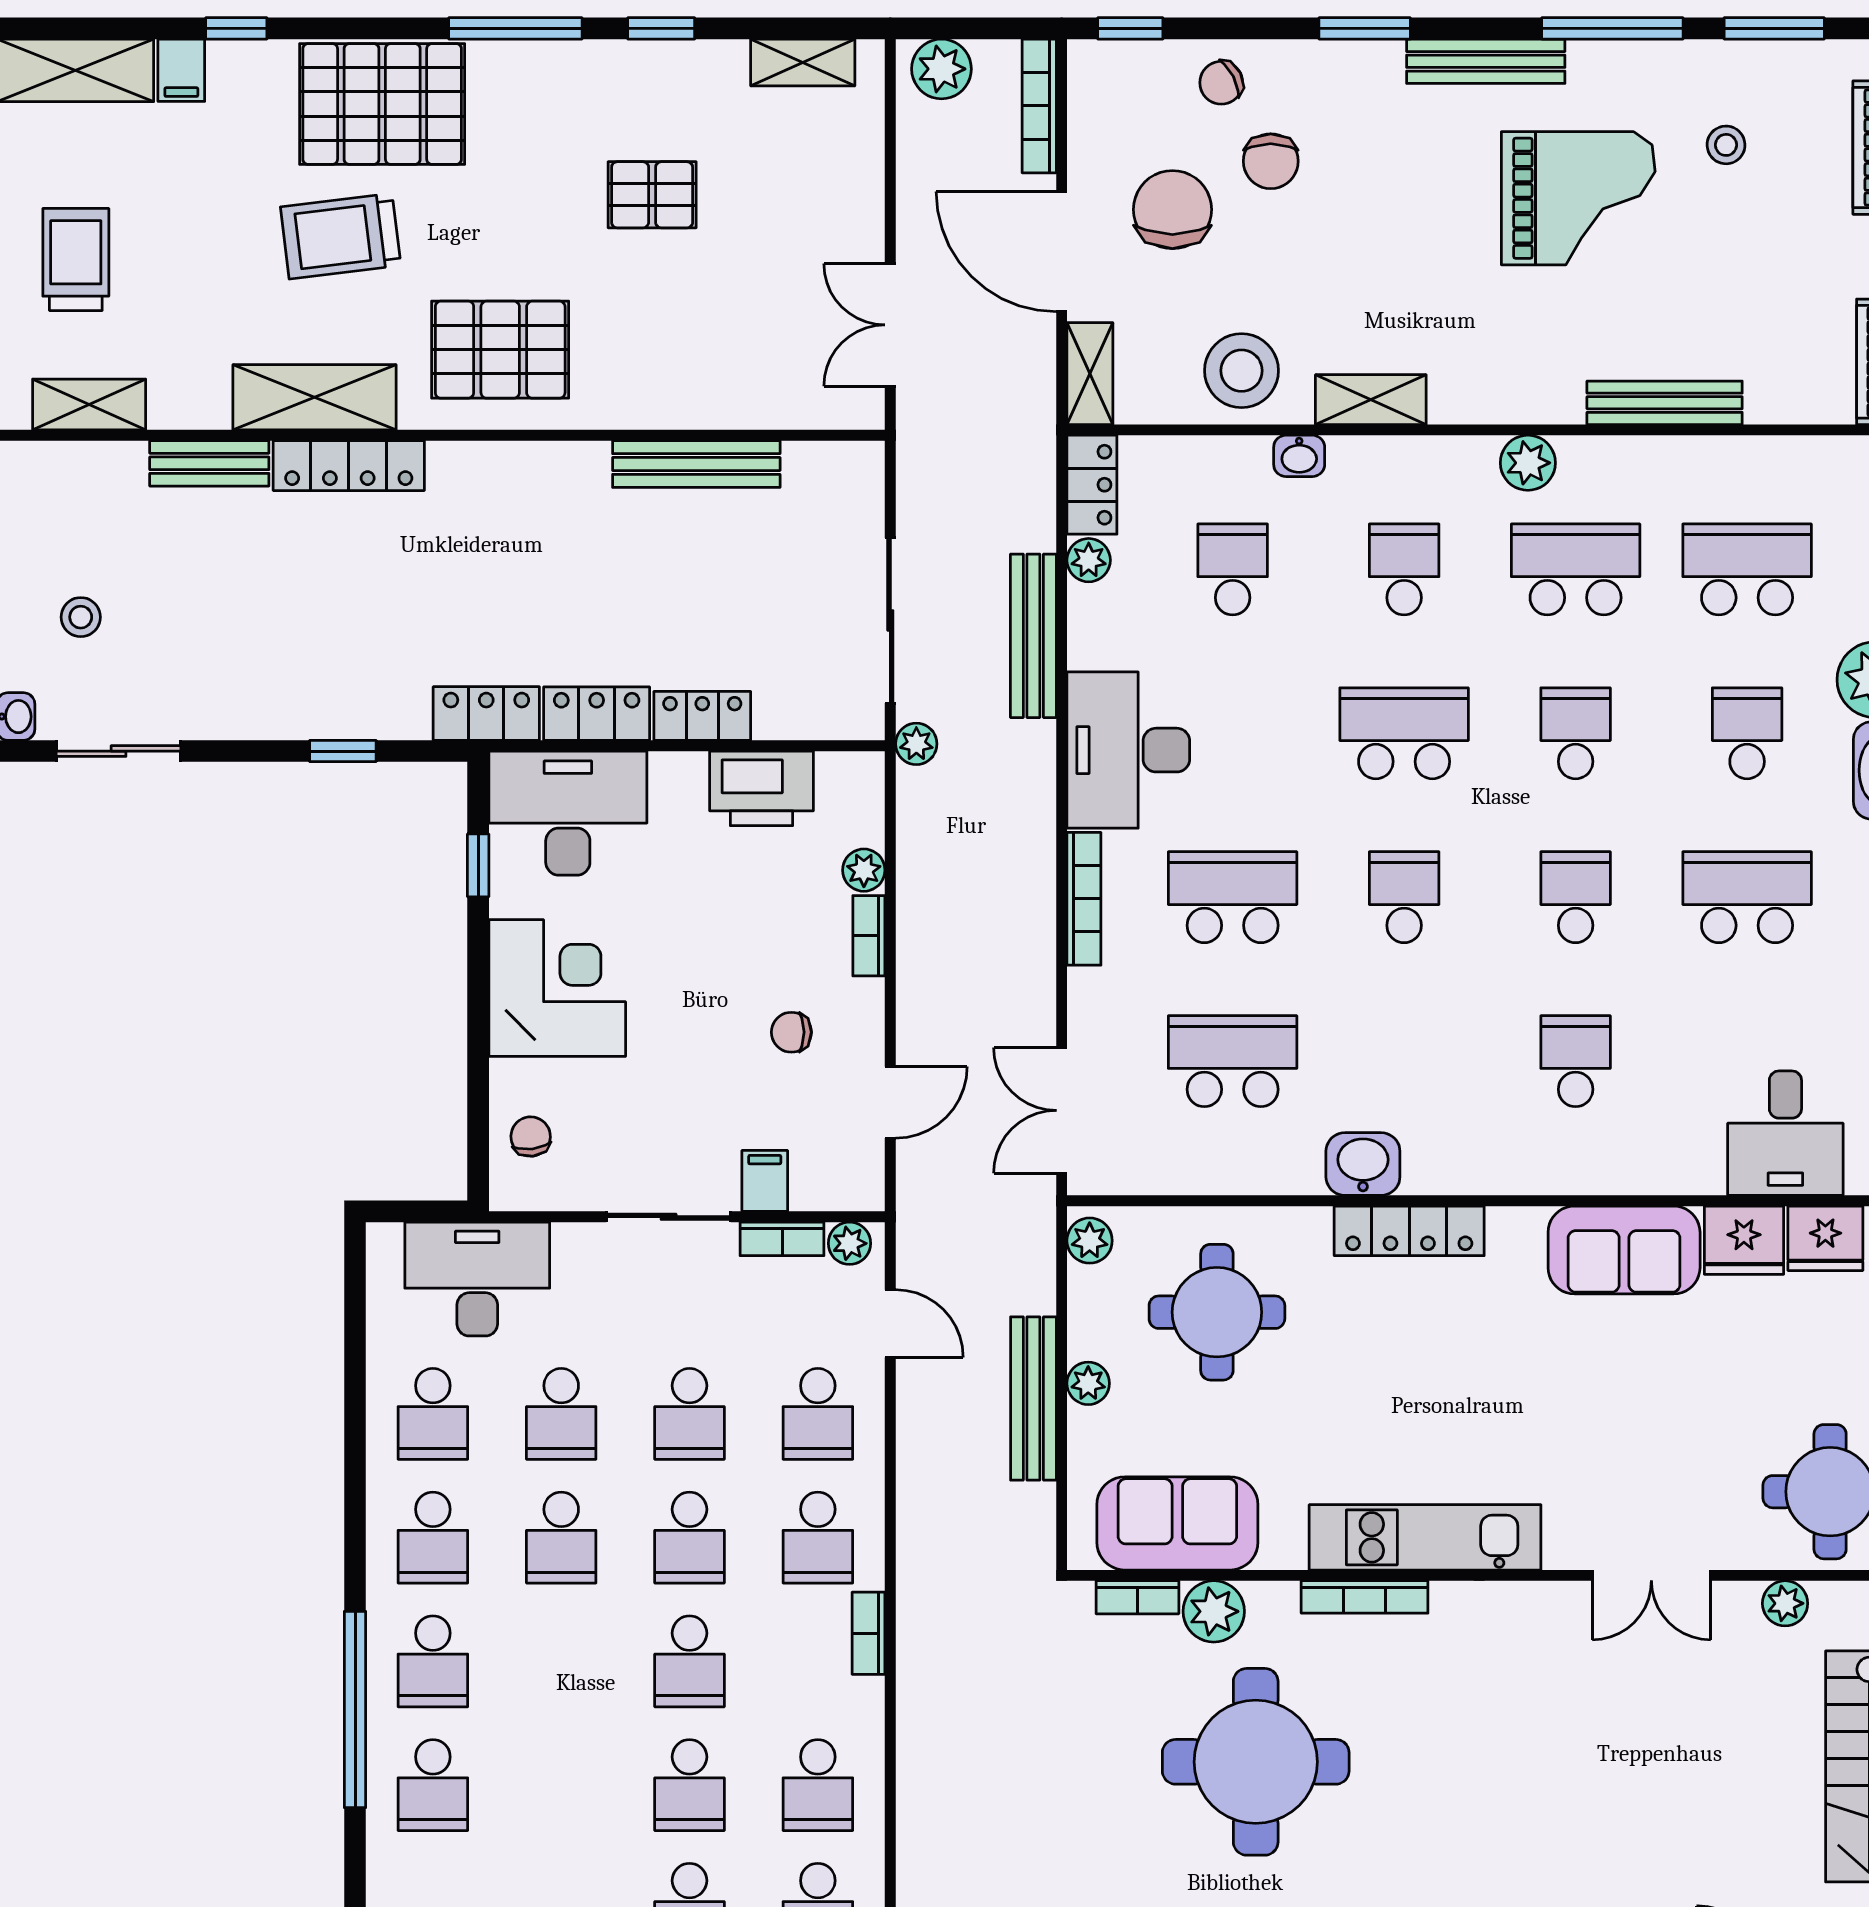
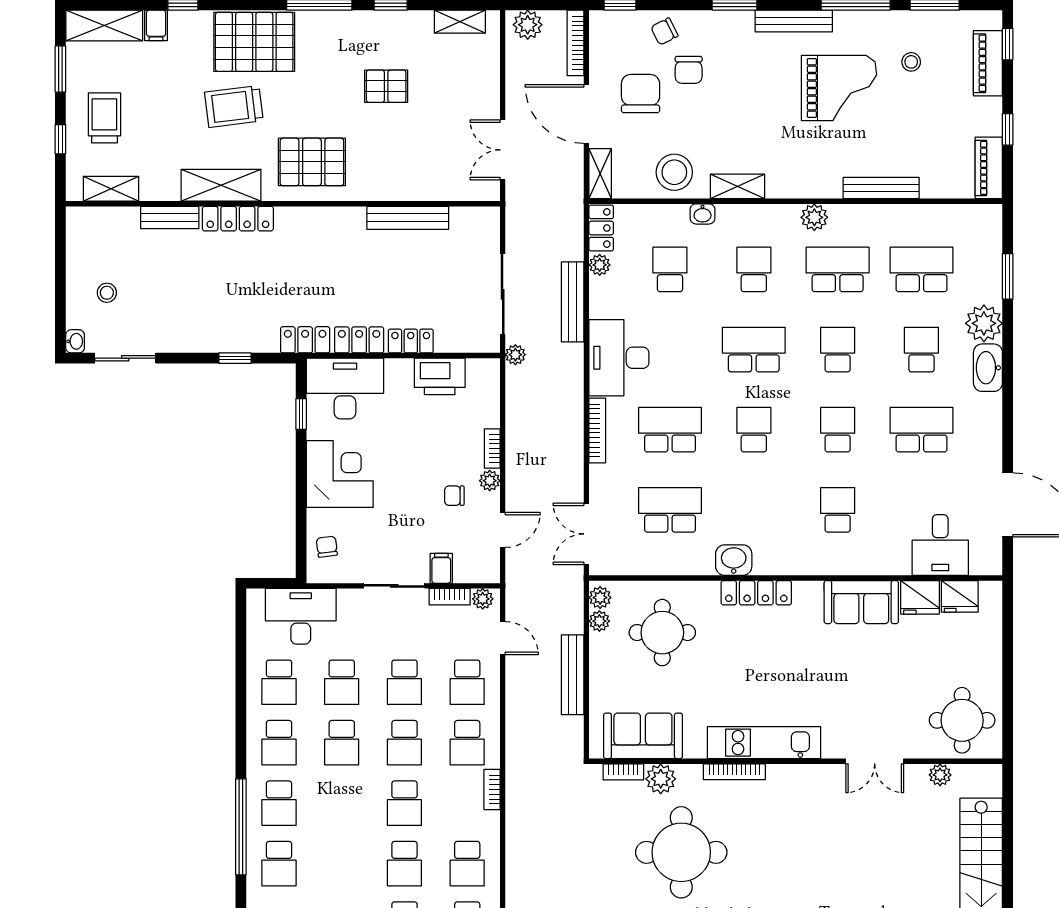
plant: (864, 870) -> (490, 481), moved
plant: (1088, 1383) -> (599, 621), moved

